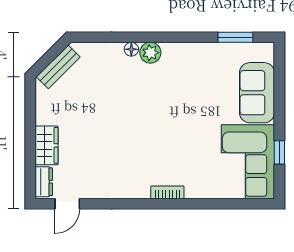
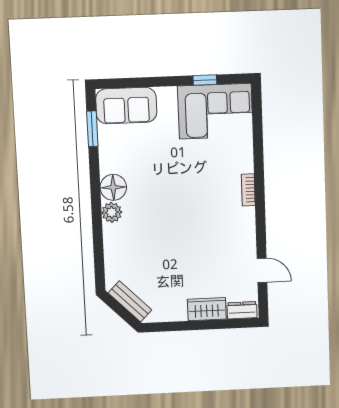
floor lamp: (131, 49) -> (113, 187), moved, width x1.89, depth x1.89
sofa: (257, 93) -> (126, 106), moved
door: (67, 204) -> (262, 270), moved

